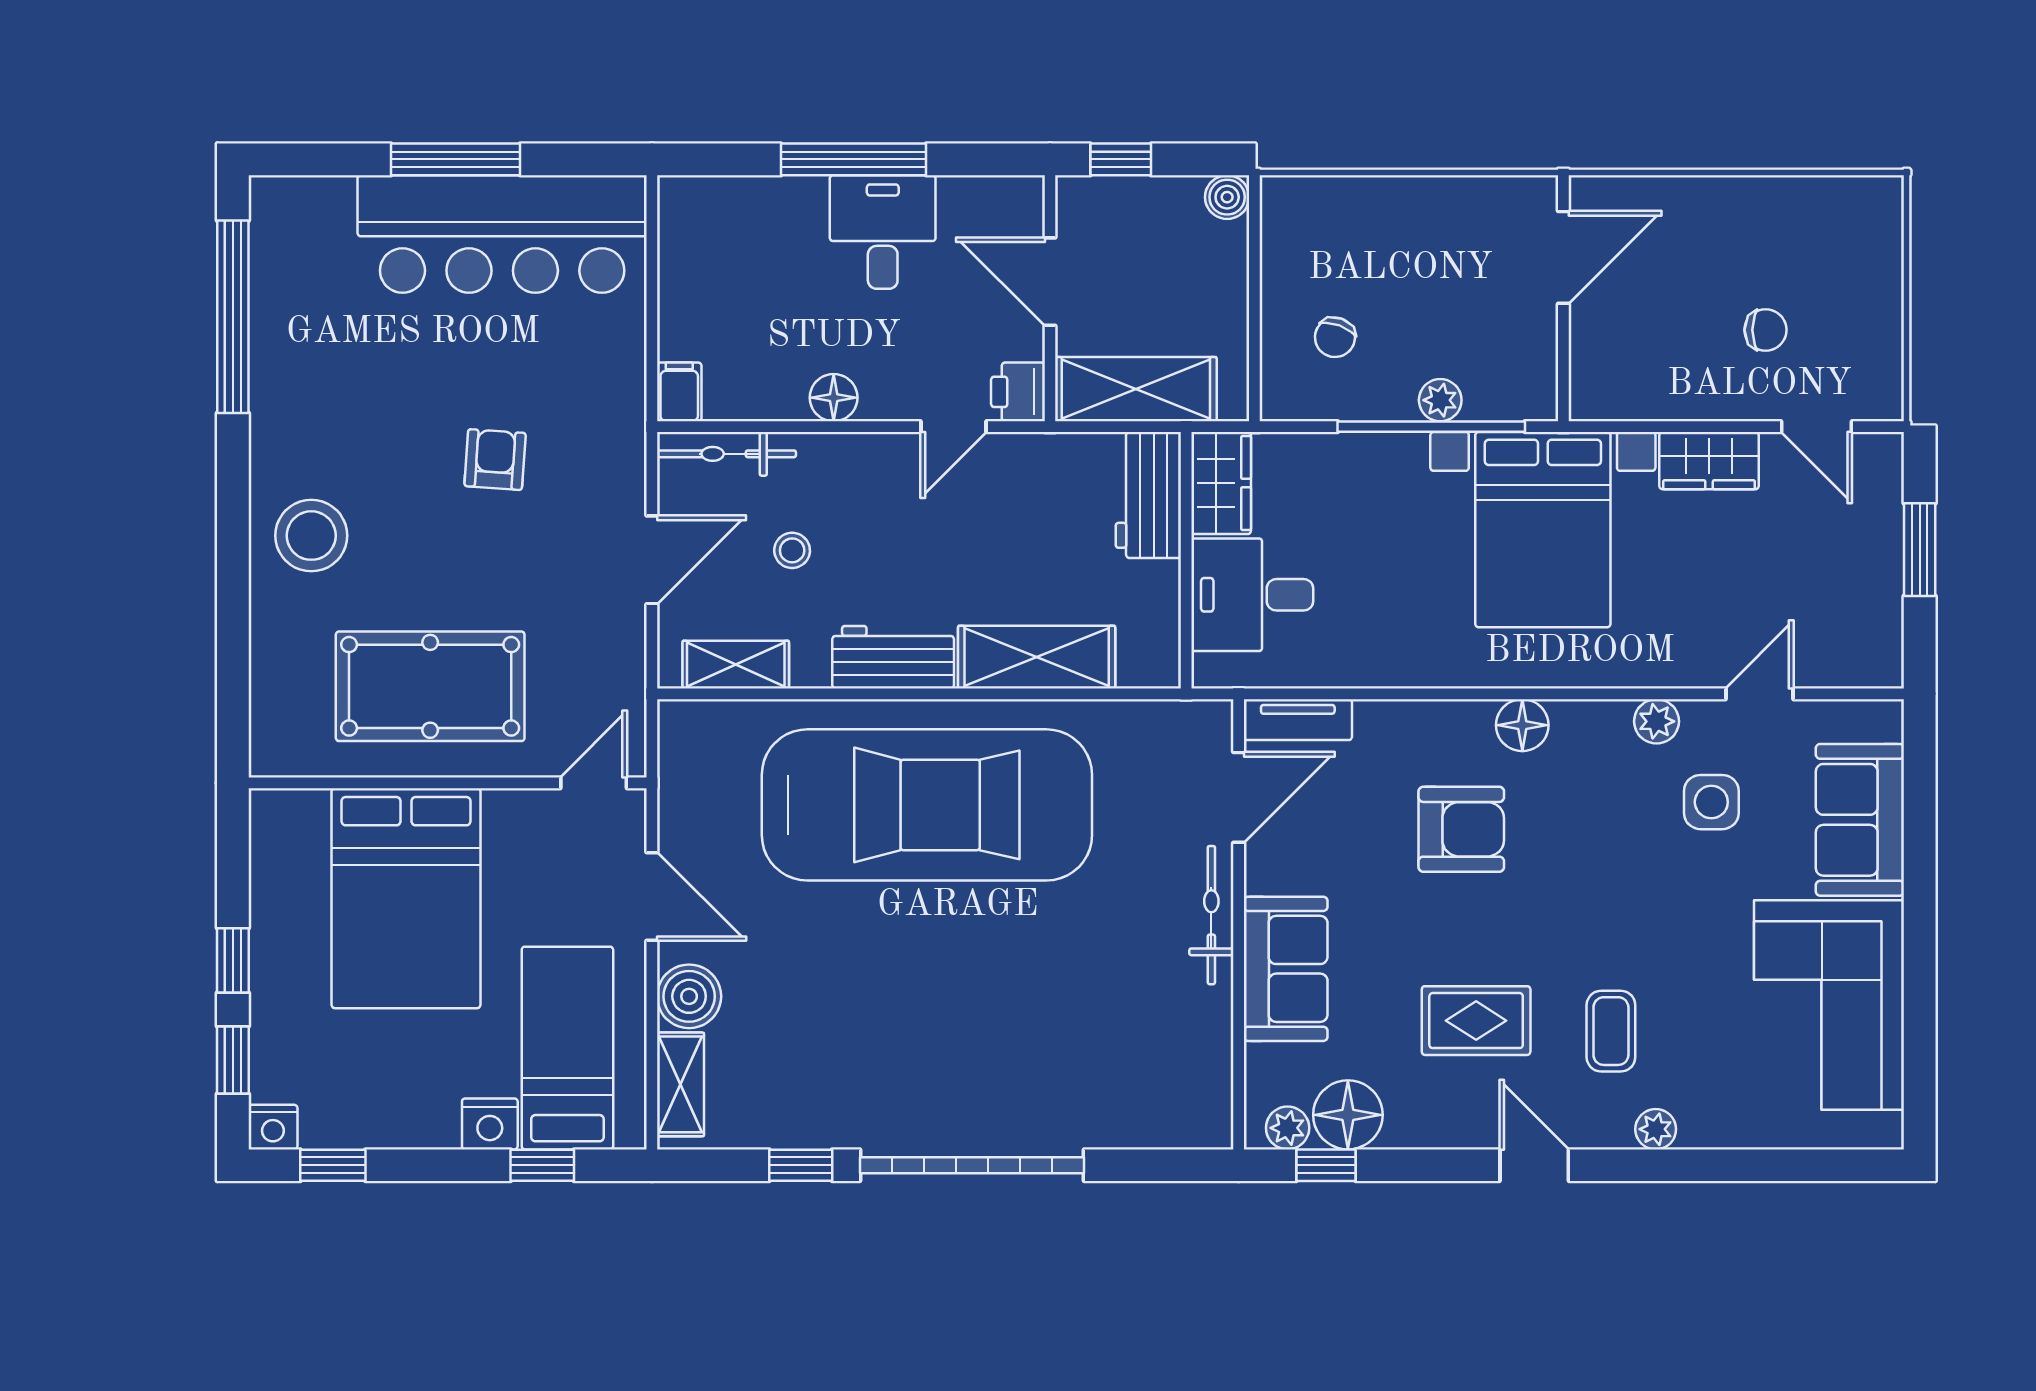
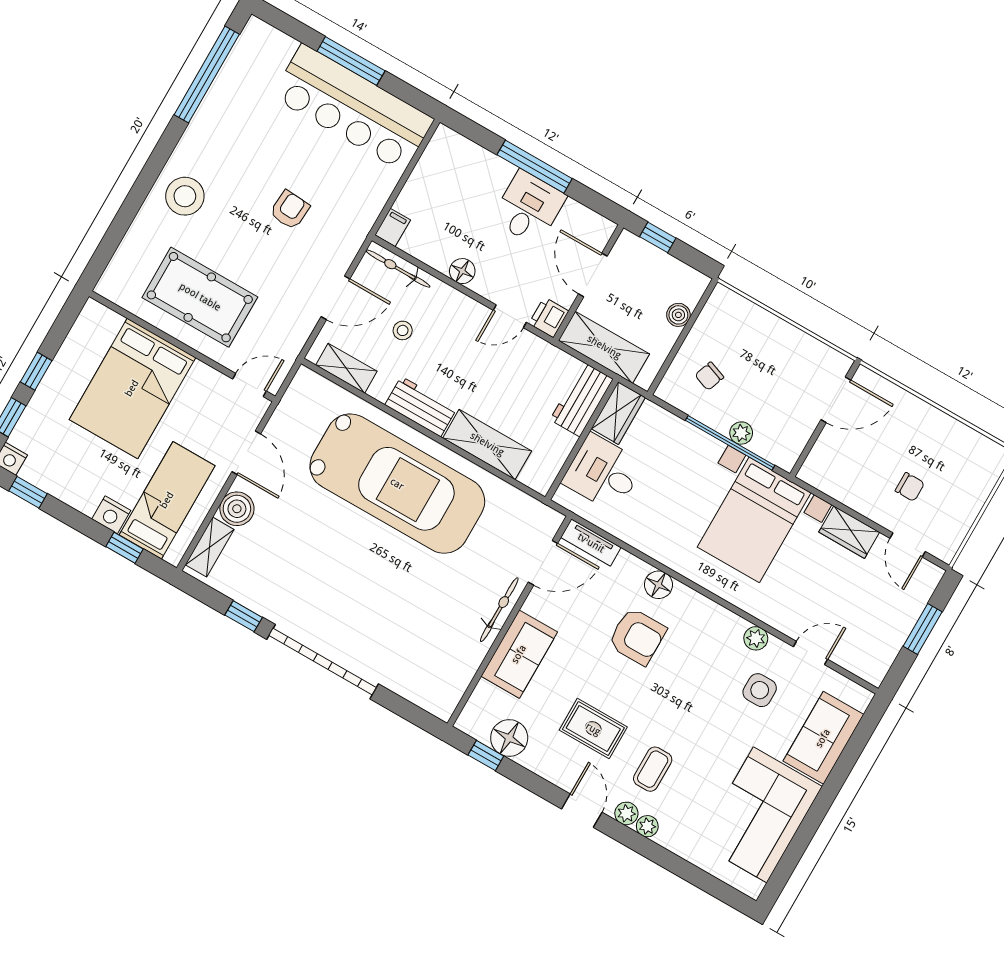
boiler: (1227, 197) -> (678, 315), moved
floor lamp: (1522, 725) -> (658, 585), moved
plant: (1288, 1128) -> (626, 813), moved

